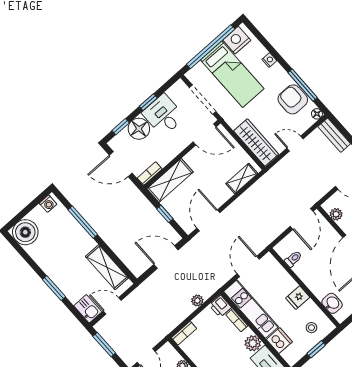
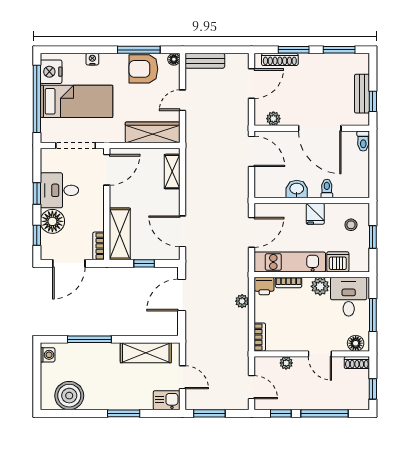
boiler: (25, 232) -> (69, 396), moved
toilet: (293, 259) -> (327, 189), moved
door: (248, 266) -> (251, 232), swing flipped
washbasin: (332, 303) -> (297, 189), moved
door: (112, 306) -> (183, 377), swing flipped

